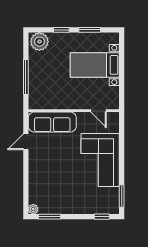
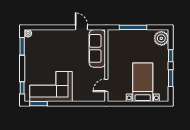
corner sofa: (100, 160) -> (51, 87), moved

